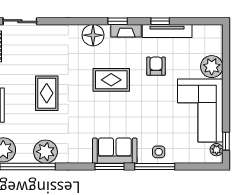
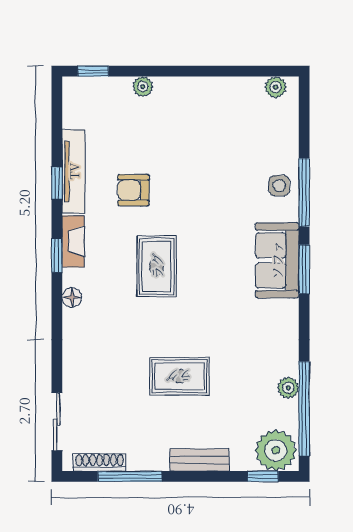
floor lamp: (93, 35) -> (72, 297), width x0.53, depth x0.53
plant: (212, 67) -> (143, 87), width x0.53, depth x0.53
corner sofa: (200, 111) -> (209, 115), removed
window: (226, 141) -> (93, 71), moved
plant: (45, 152) -> (288, 388), width x0.53, depth x0.53

